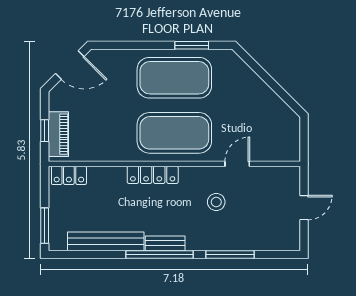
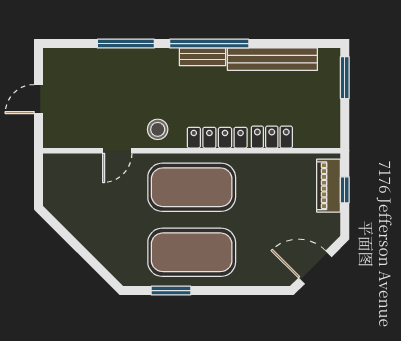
locker: (69, 175) -> (272, 137), moved
stool: (216, 202) -> (158, 129), moved

